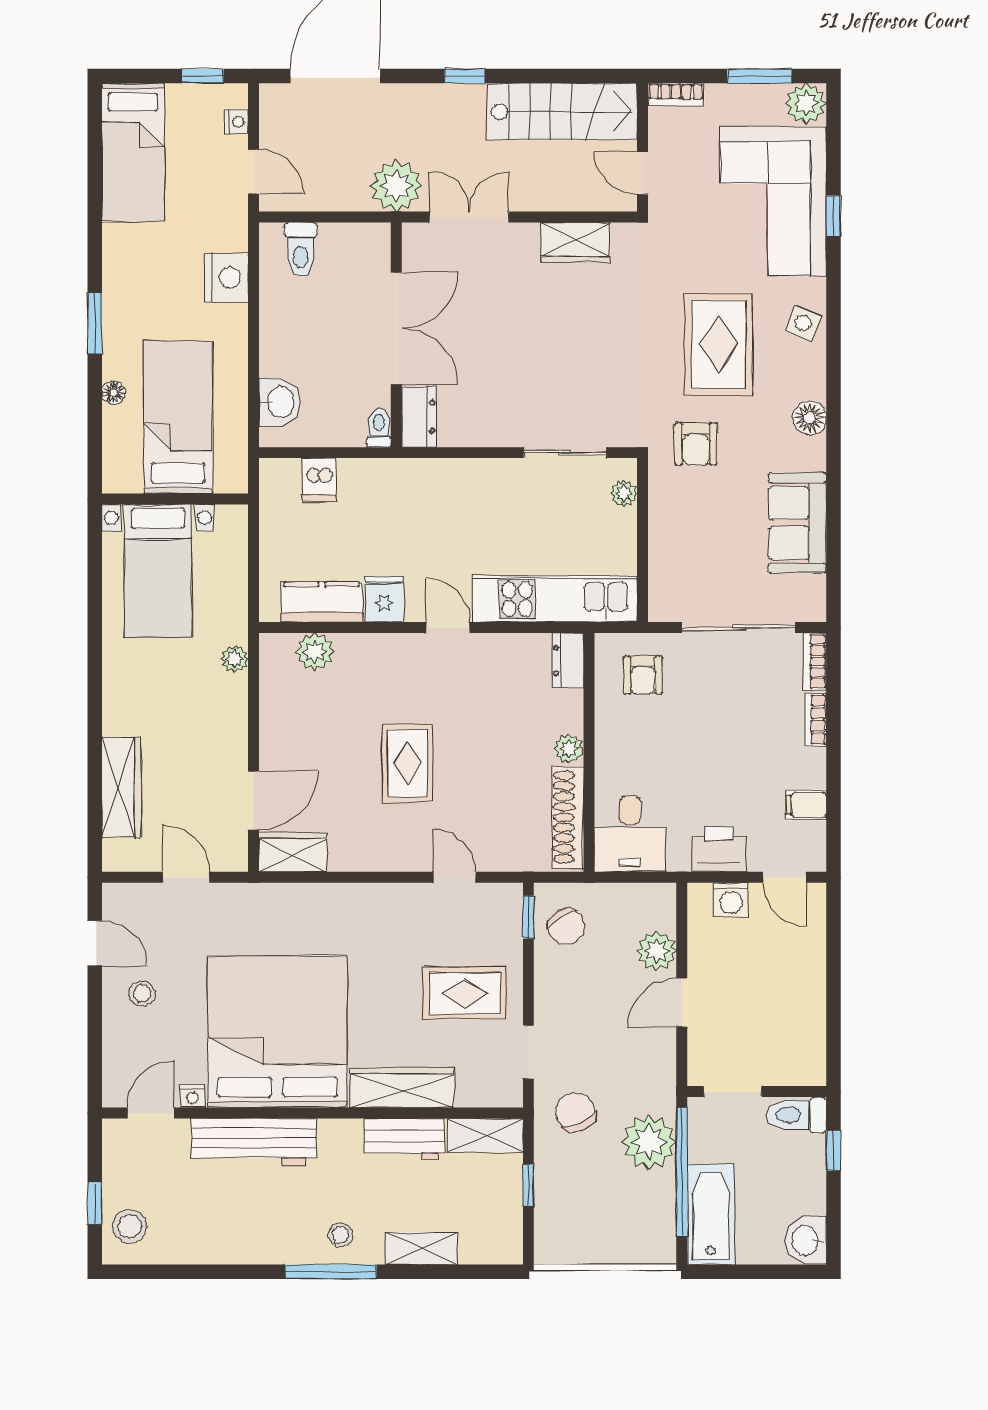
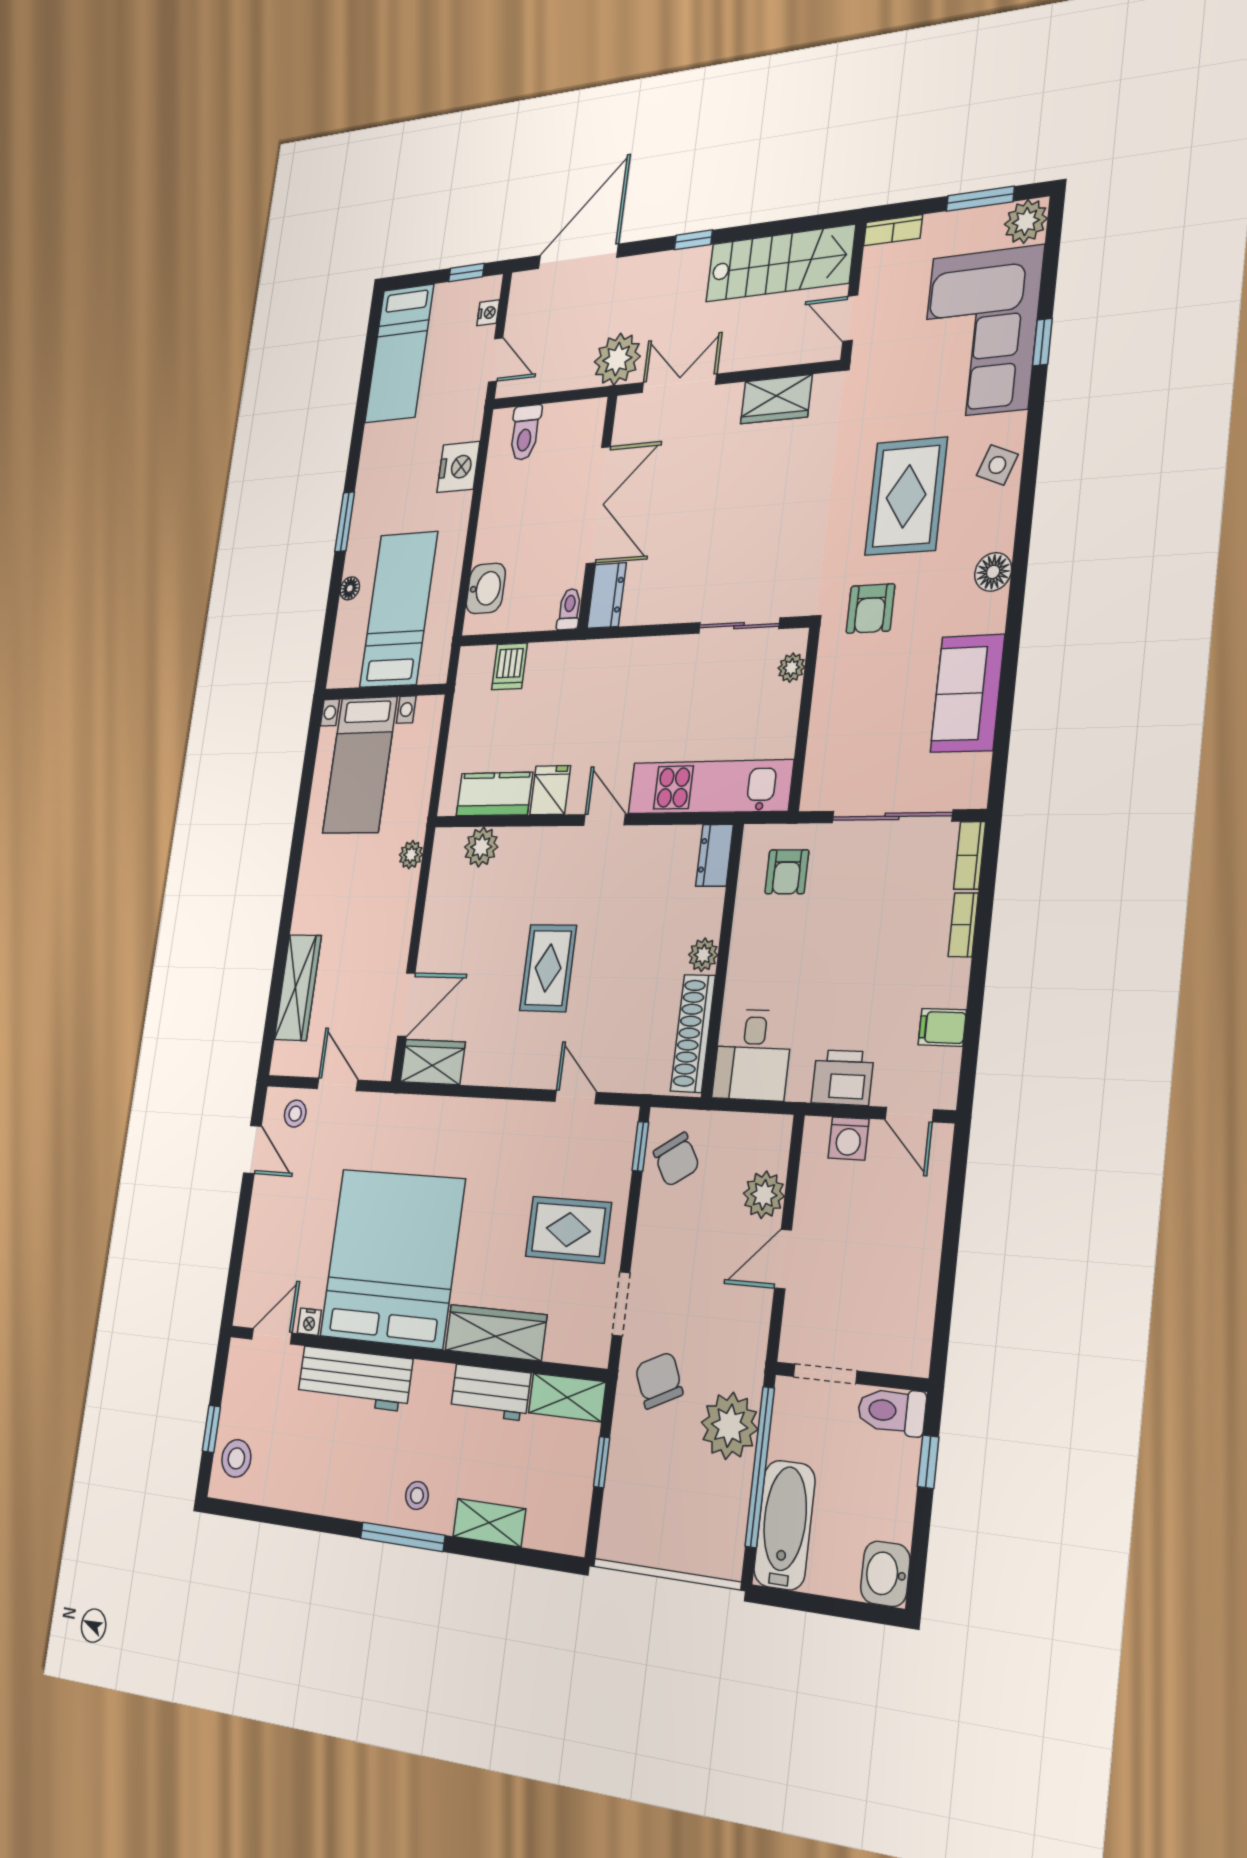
stool: (142, 993) -> (295, 1114), moved

